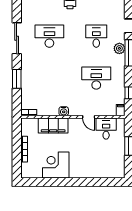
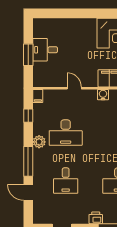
plant: (119, 48) -> (39, 142), moved
desk: (106, 129) -> (45, 50), moved, turned 90

